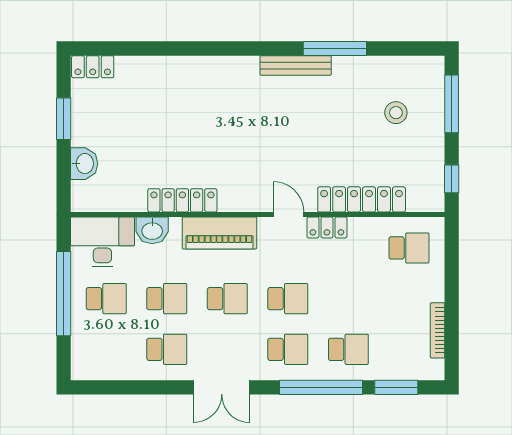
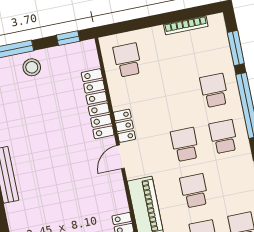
stool: (396, 113) -> (32, 67), moved

